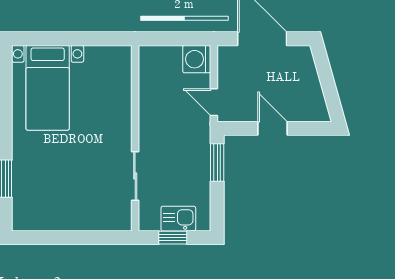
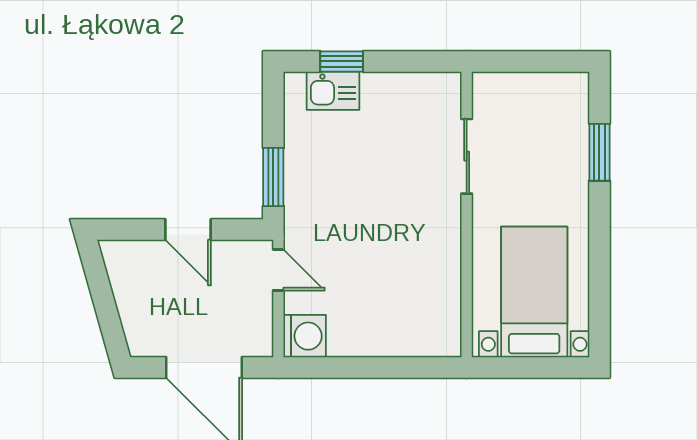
wall: (135, 138) -> (467, 214), moved
sliding door: (135, 176) -> (467, 156), moved

